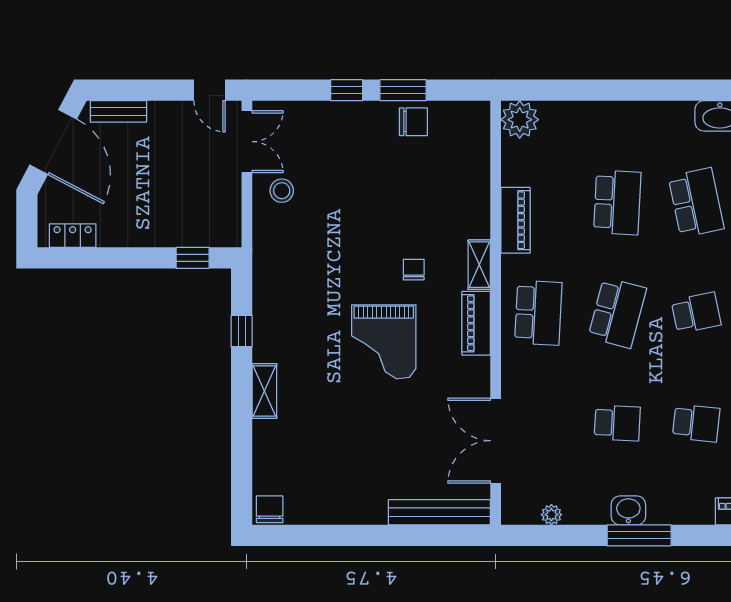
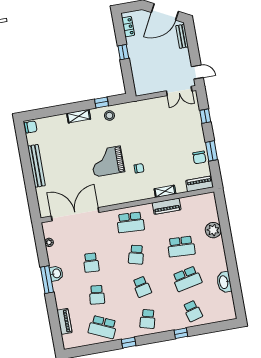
door: (210, 90) -> (197, 72), swing flipped
window: (347, 90) -> (205, 116), moved
plant: (520, 120) -> (213, 230), moved
stool: (282, 191) -> (109, 116), moved
window: (193, 258) -> (123, 52), moved
shelving: (479, 265) -> (165, 191), moved
school desk: (617, 313) -> (136, 255), width x0.54
piano: (476, 323) -> (200, 184), moved
double door: (496, 441) -> (75, 214), width x1.36
bench: (439, 512) -> (36, 166), moved

